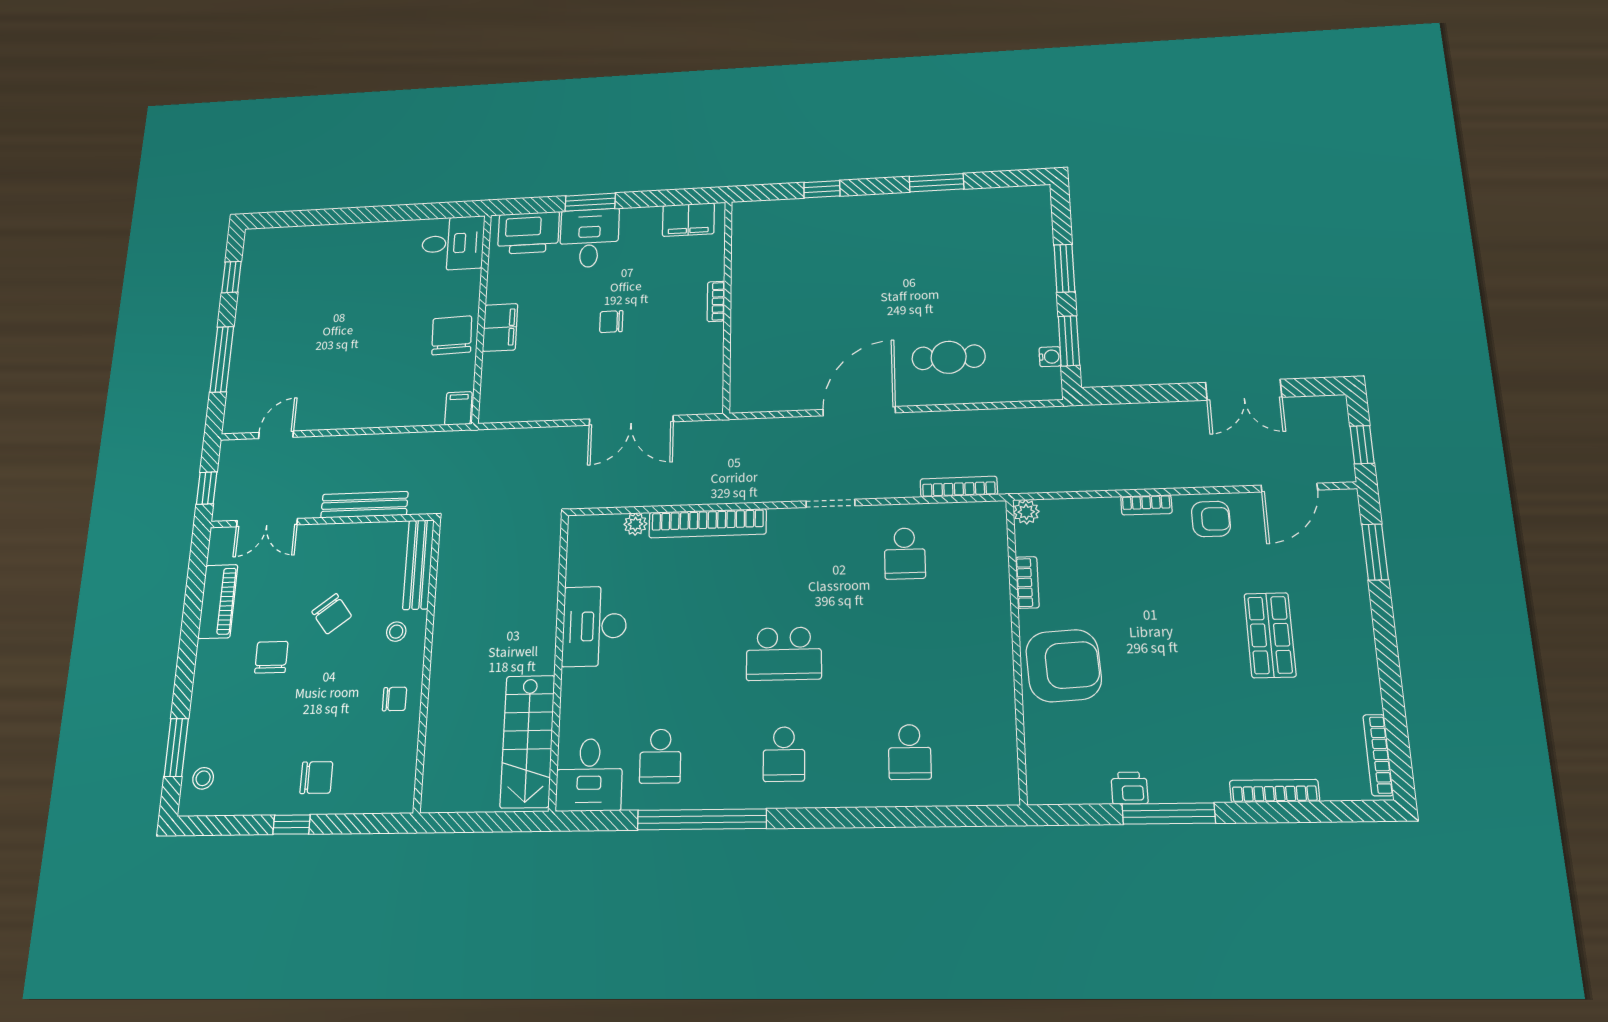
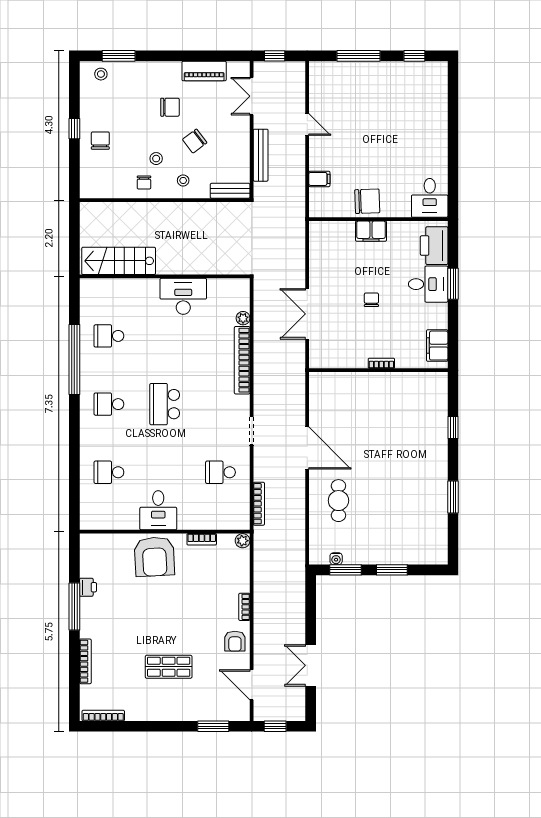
filing cabinet: (458, 408) -> (319, 179), moved
door: (276, 435) -> (307, 124), moved
bench: (418, 564) -> (230, 191), width x0.73
stool: (355, 679) -> (156, 159), added
desk: (589, 775) -> (158, 510), moved, turned -90
chair: (316, 778) -> (100, 141), turned 180

